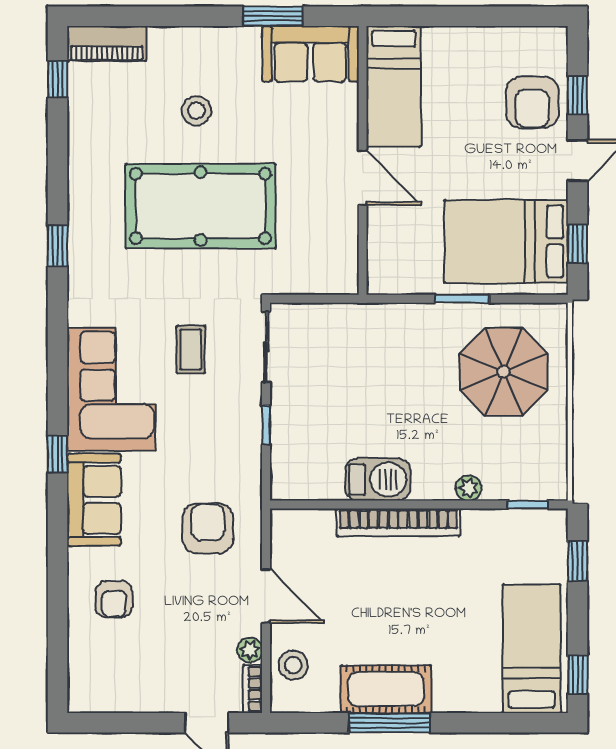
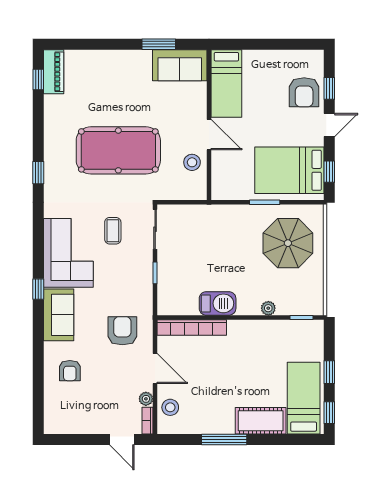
piano: (107, 43) -> (54, 72), moved, turned -90
stool: (196, 111) -> (192, 162), moved
bookcase: (398, 522) -> (192, 328), moved
window: (578, 561) -> (329, 372), moved
cot: (386, 689) -> (261, 421), moved

